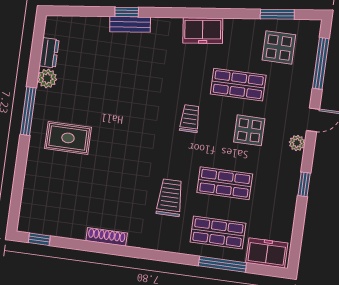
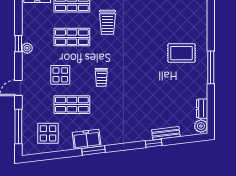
window: (277, 14) -> (94, 150), moved
bench: (130, 24) -> (166, 133), moved
freezer: (203, 31) -> (87, 139), moved
plant: (47, 78) -> (201, 126), moved
plant: (297, 143) -> (27, 48), moved

